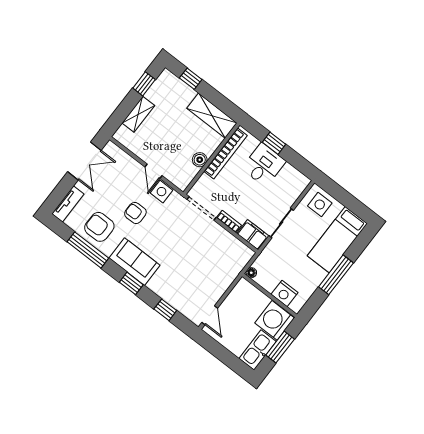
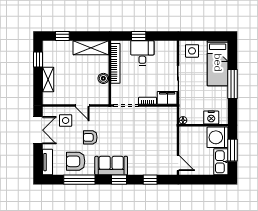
side table: (161, 192) -> (66, 120), moved

